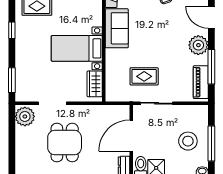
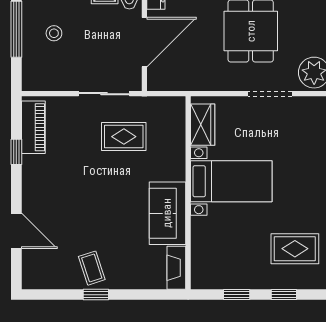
plant: (198, 45) -> (37, 186), removed
window: (211, 67) -> (16, 152), width x0.46
stool: (188, 141) -> (54, 33), width x0.53, depth x0.53

